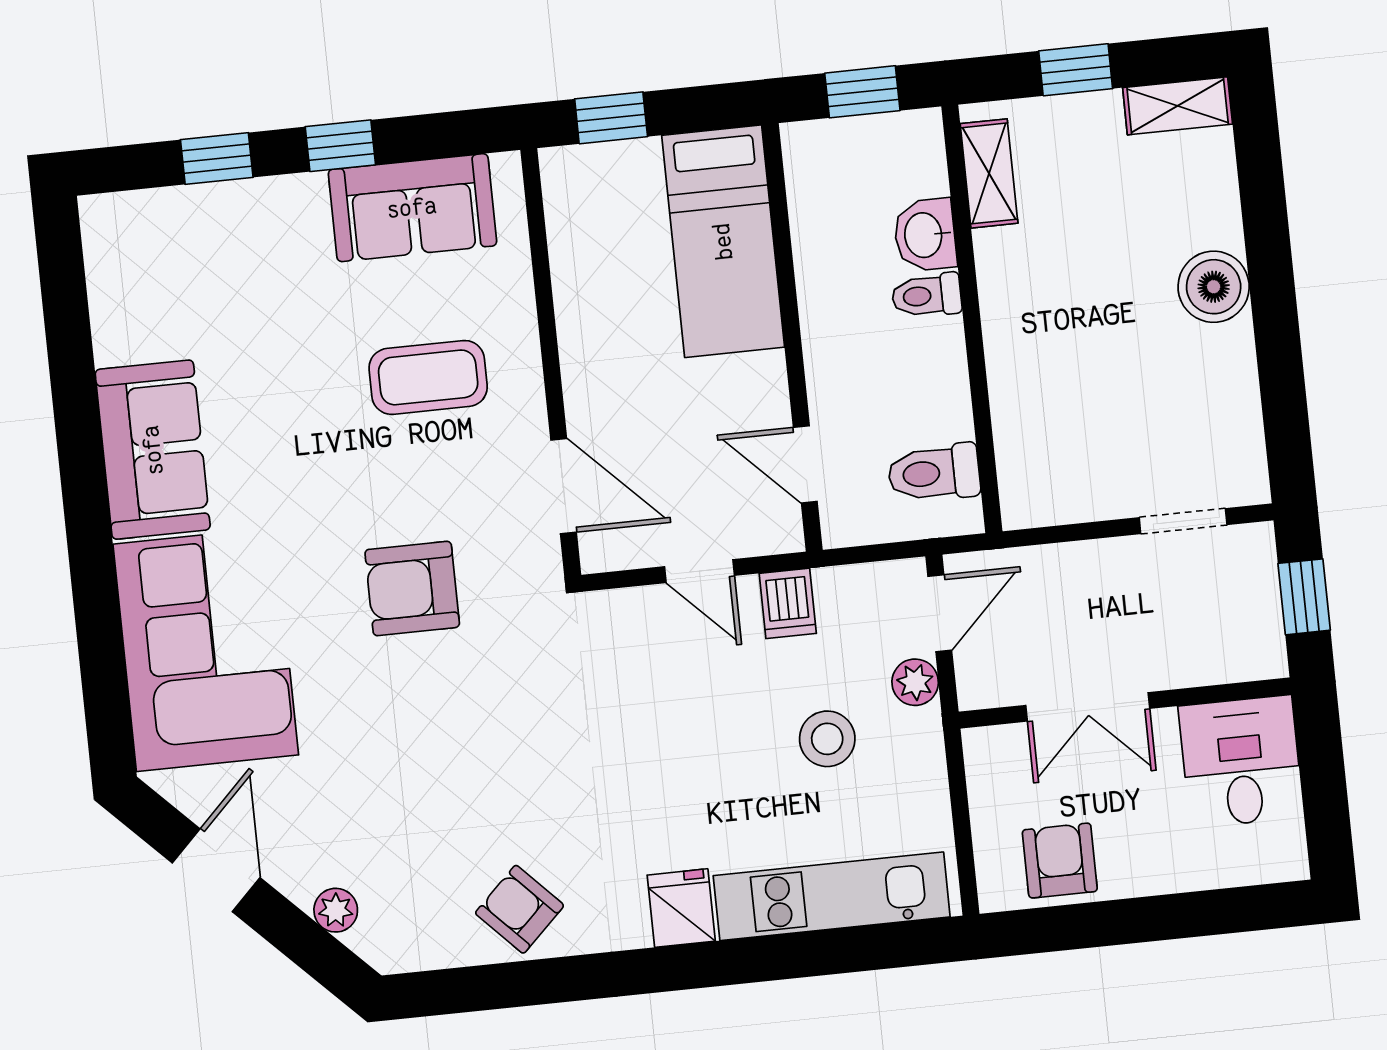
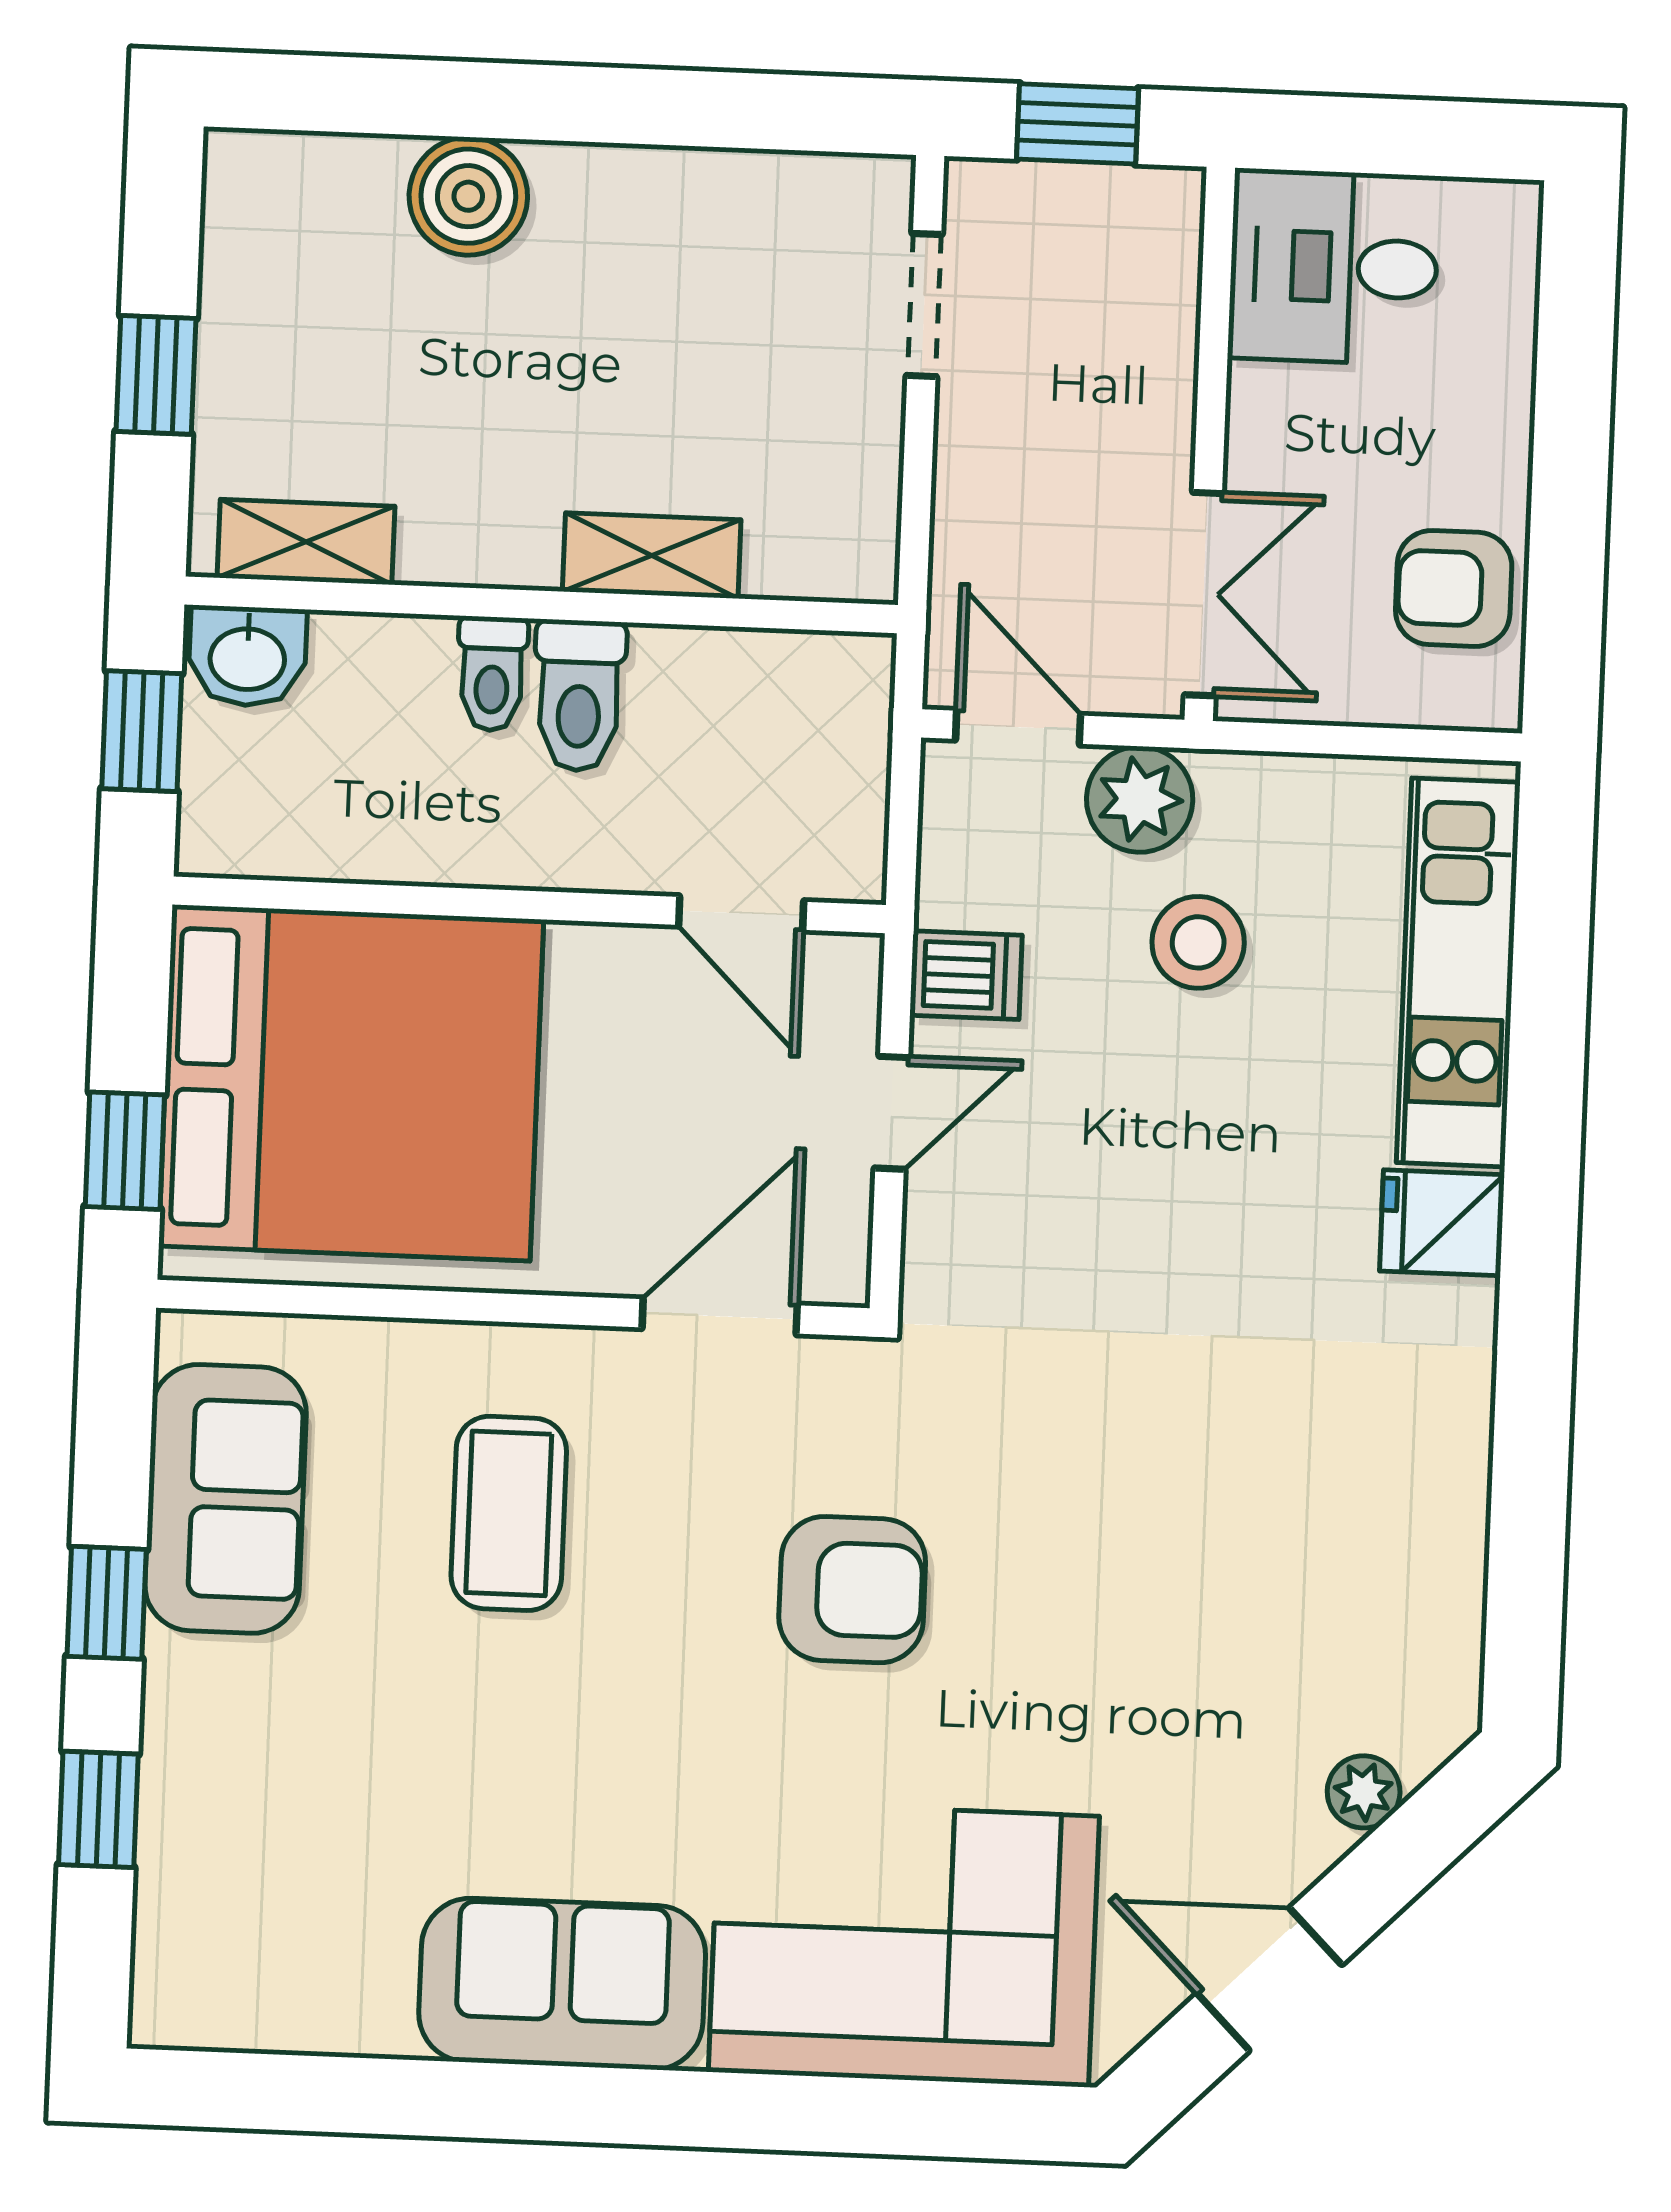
shelving: (1178, 106) -> (652, 556), moved, turned 90
washbasin: (925, 235) -> (247, 656), moved
bed: (723, 241) -> (351, 1083), width x2.04
boiler: (1214, 287) -> (468, 196), moved
door: (805, 464) -> (741, 913), hinge flipped
toilet: (934, 473) -> (579, 695), moved
armchair: (412, 588) -> (852, 1590), turned -90
plant: (915, 682) -> (1140, 799), width x1.38, depth x1.38
double door: (1088, 707) -> (1204, 594), moved
armchair: (520, 909) -> (1406, 1489), removed

